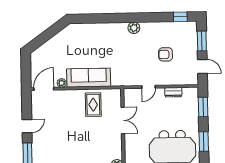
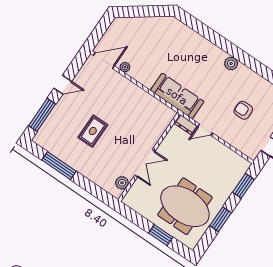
sofa: (89, 78) -> (177, 96), moved
dresser: (173, 92) -> (186, 125), moved
rug: (93, 105) -> (93, 131), moved
double door: (123, 120) -> (145, 163), moved

